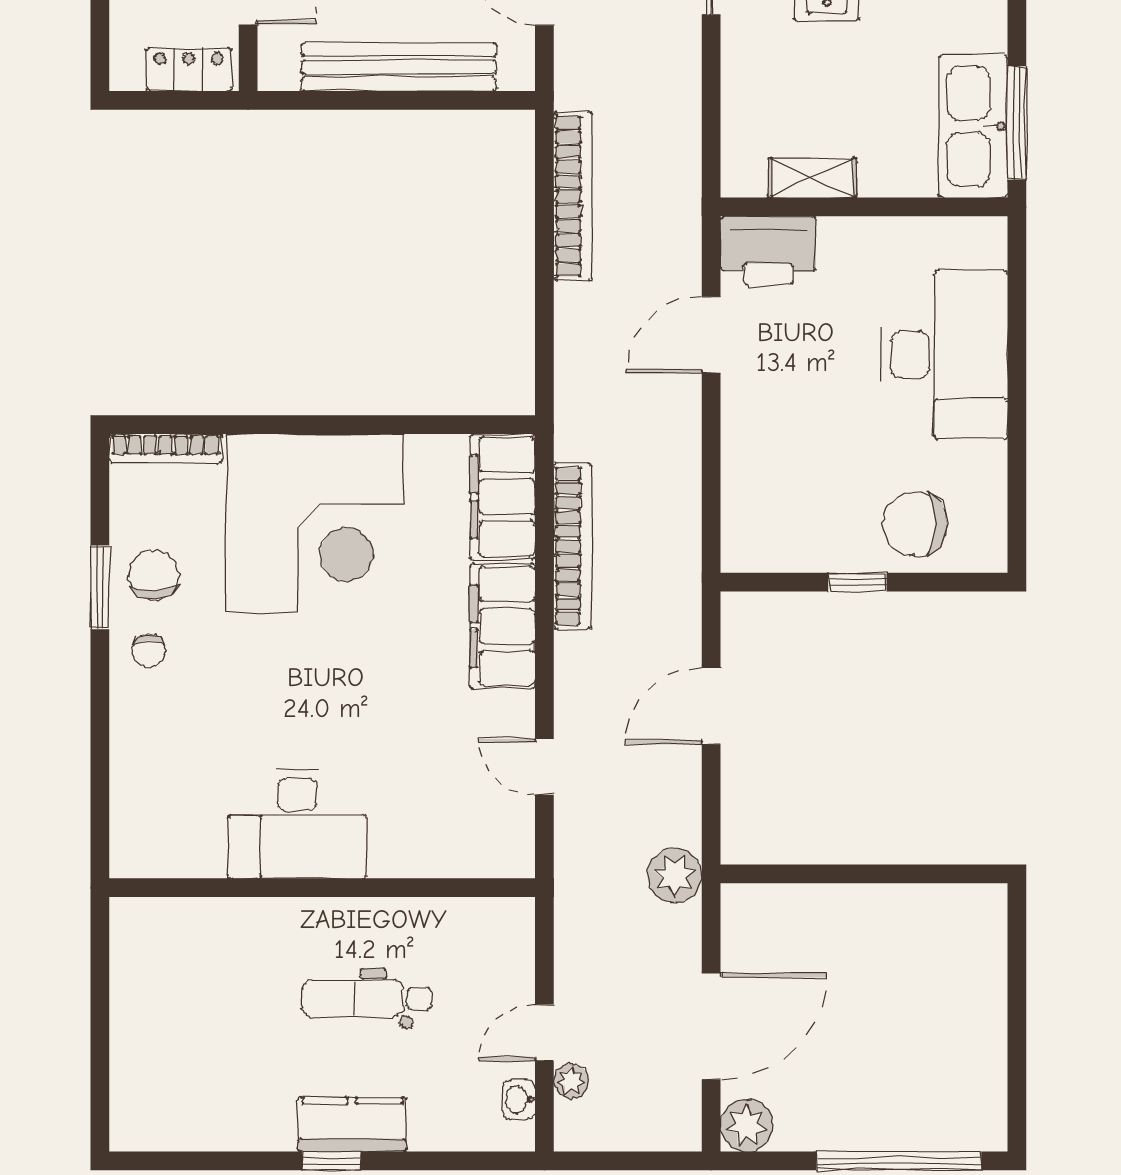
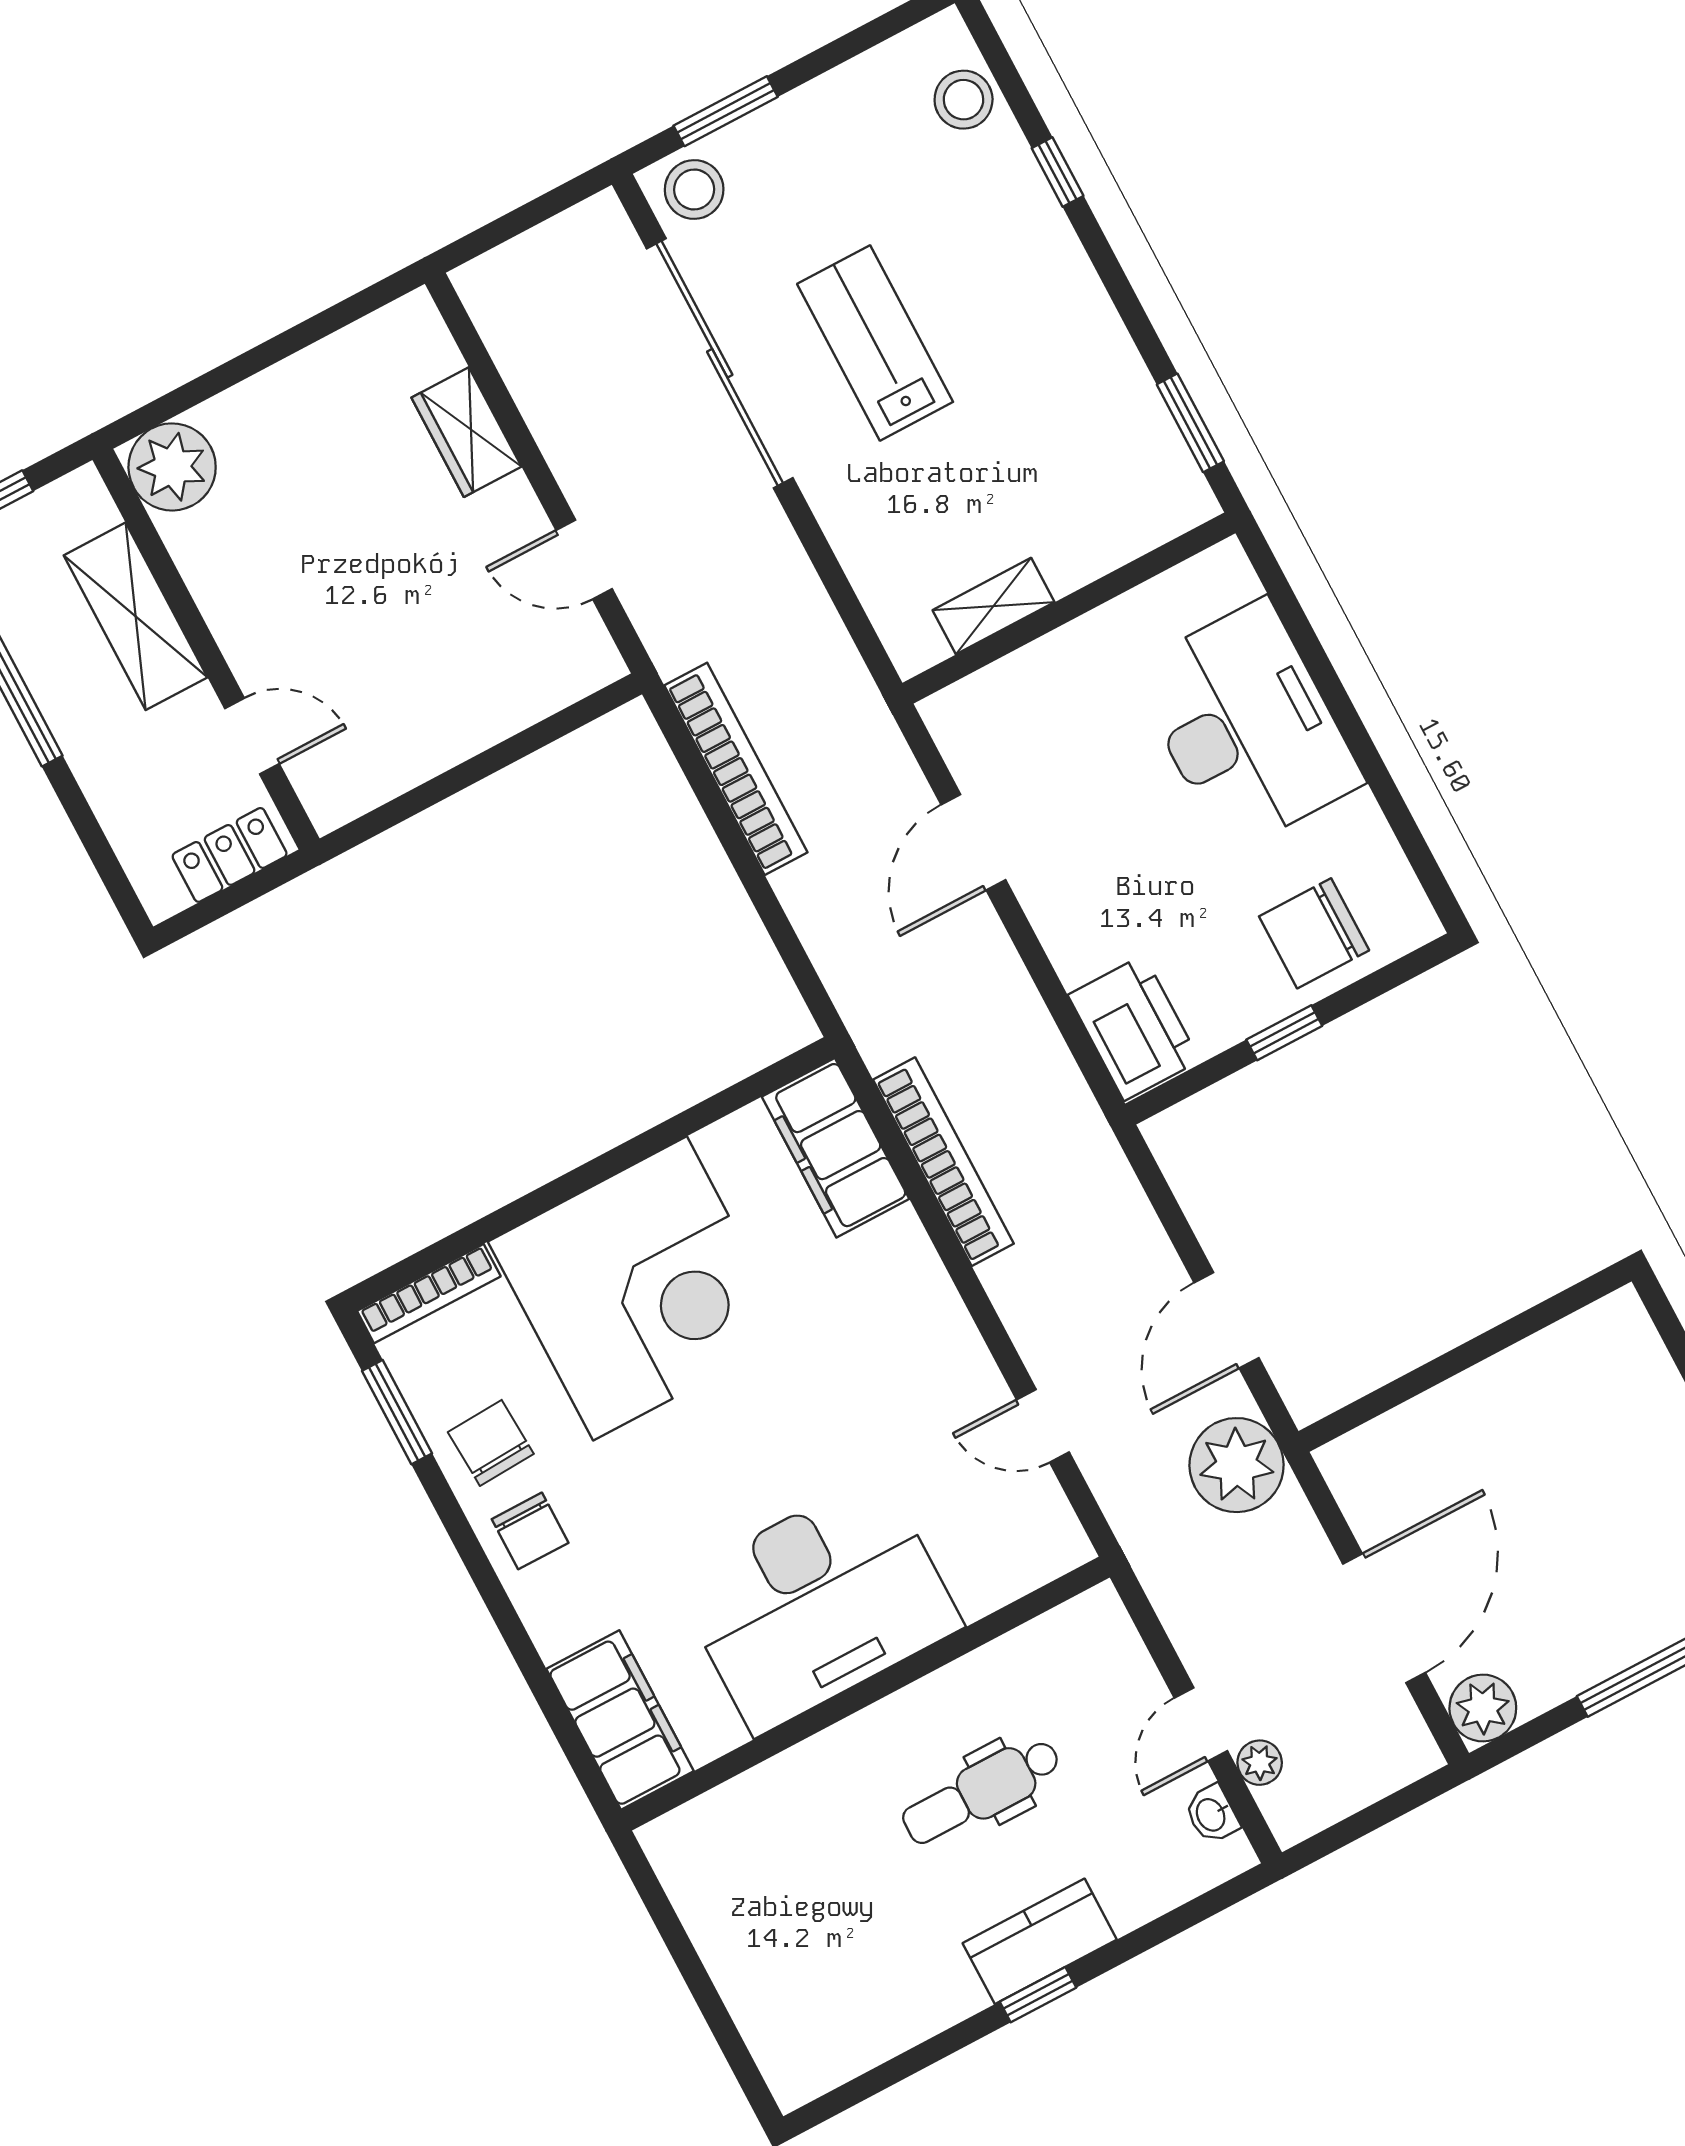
bench: (399, 67) -> (464, 727), removed
window: (1017, 123) -> (1190, 423), width x0.69
kitchen sink: (973, 126) -> (1144, 453), removed
printer: (768, 250) -> (1134, 1028), moved, turned -90
window: (100, 587) -> (397, 1412), moved
filing cabinet: (503, 626) -> (620, 1720), moved, turned 180
chair: (149, 651) -> (530, 1531), width x1.37, depth x1.37
door: (711, 706) -> (1226, 1320), moved
desk: (297, 824) -> (818, 1604), width x1.36, depth x1.30
plant: (675, 875) -> (1237, 1465), width x1.36, depth x1.36

